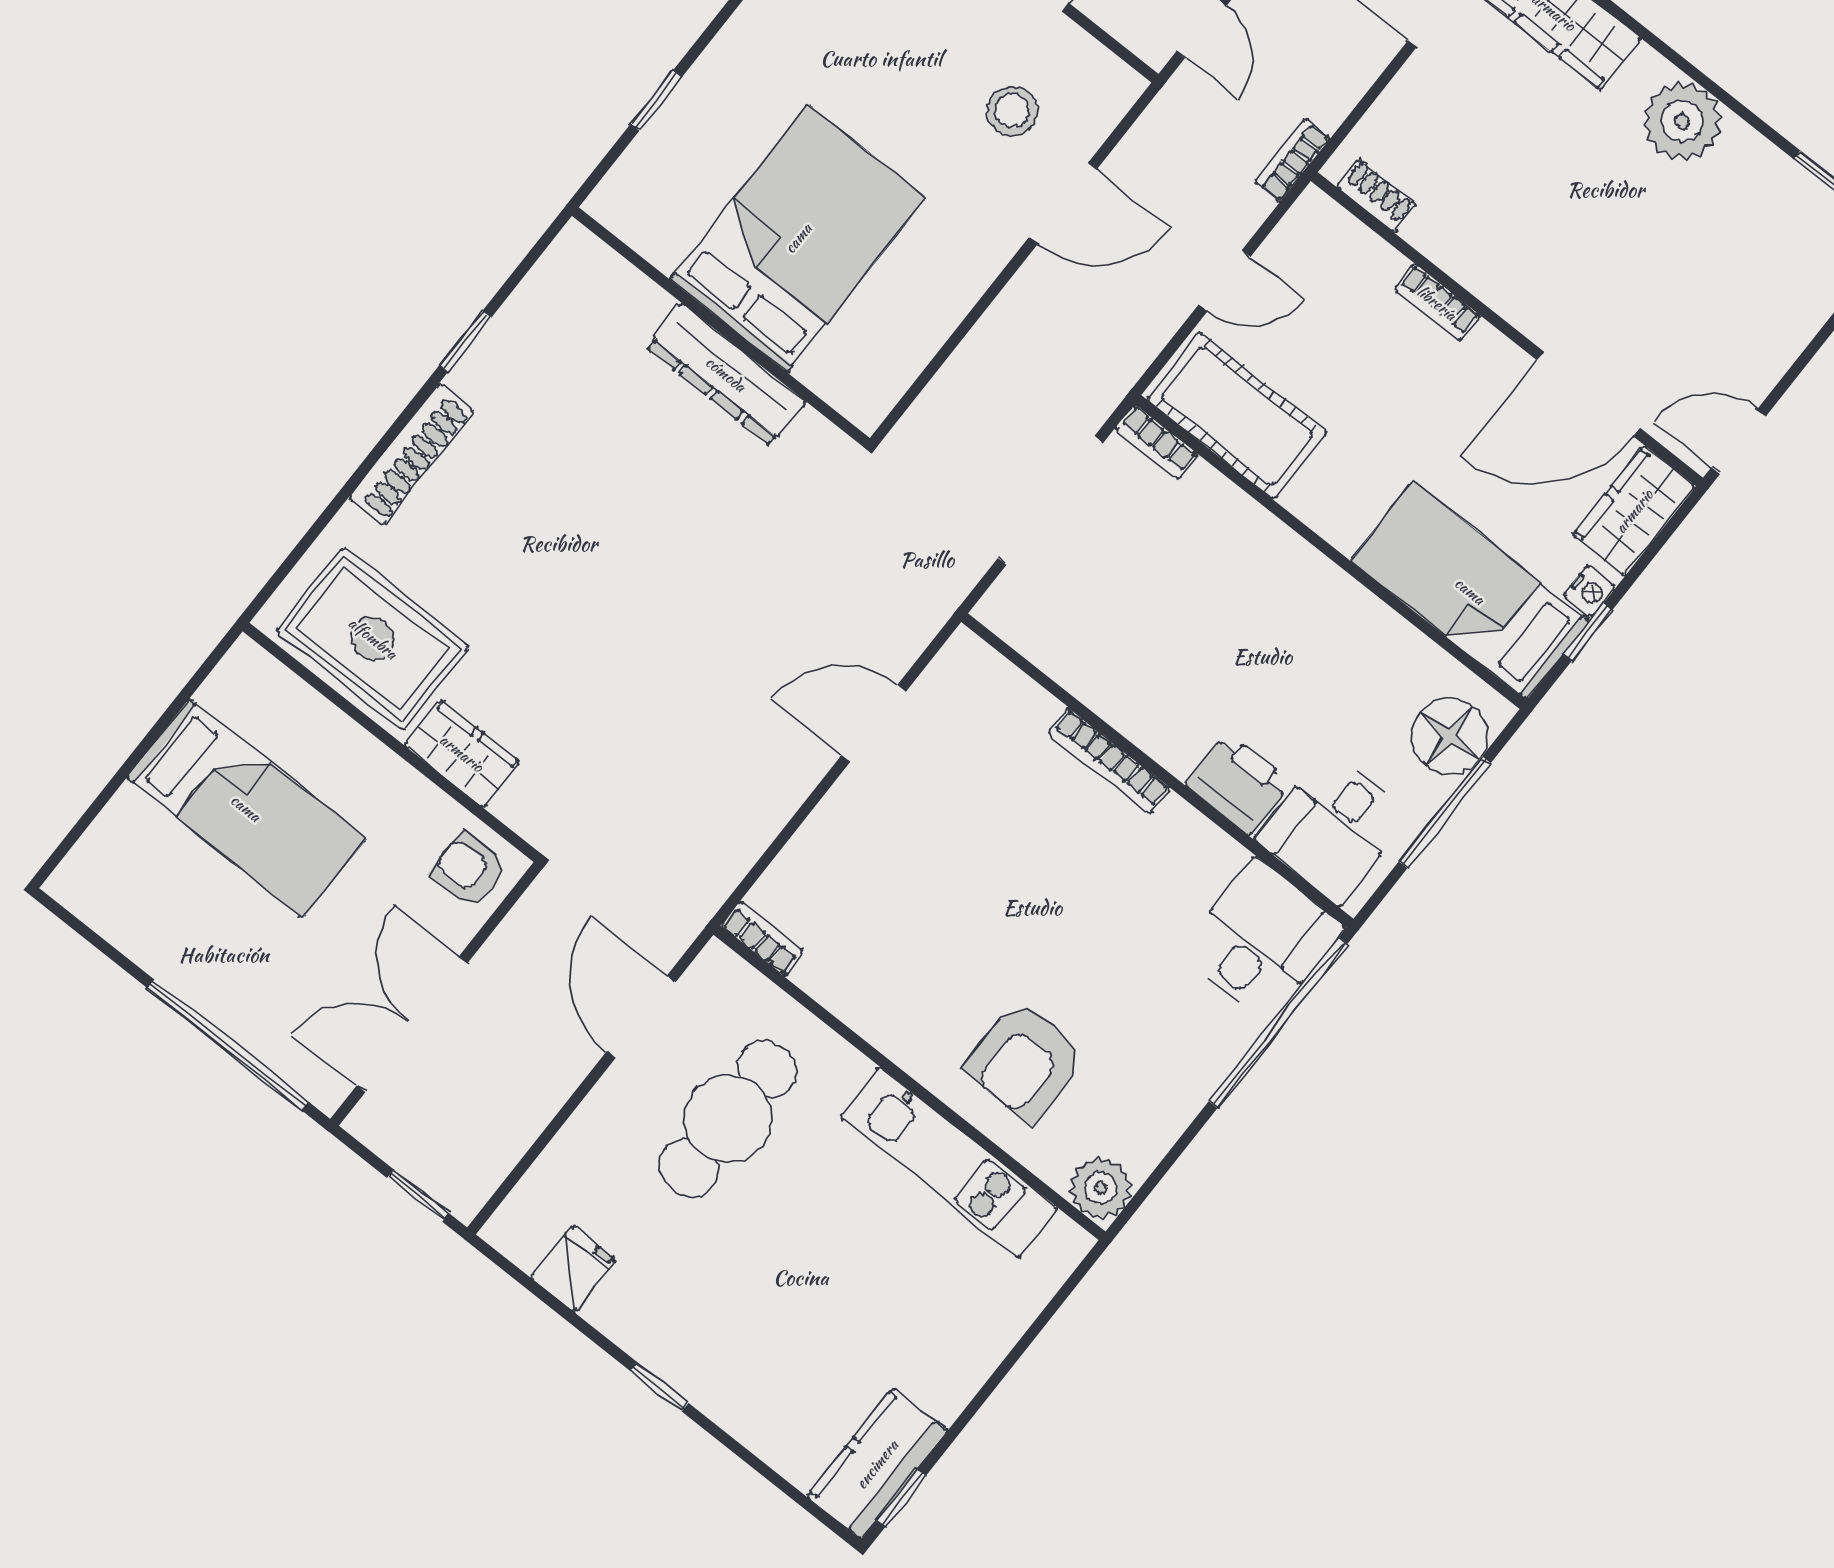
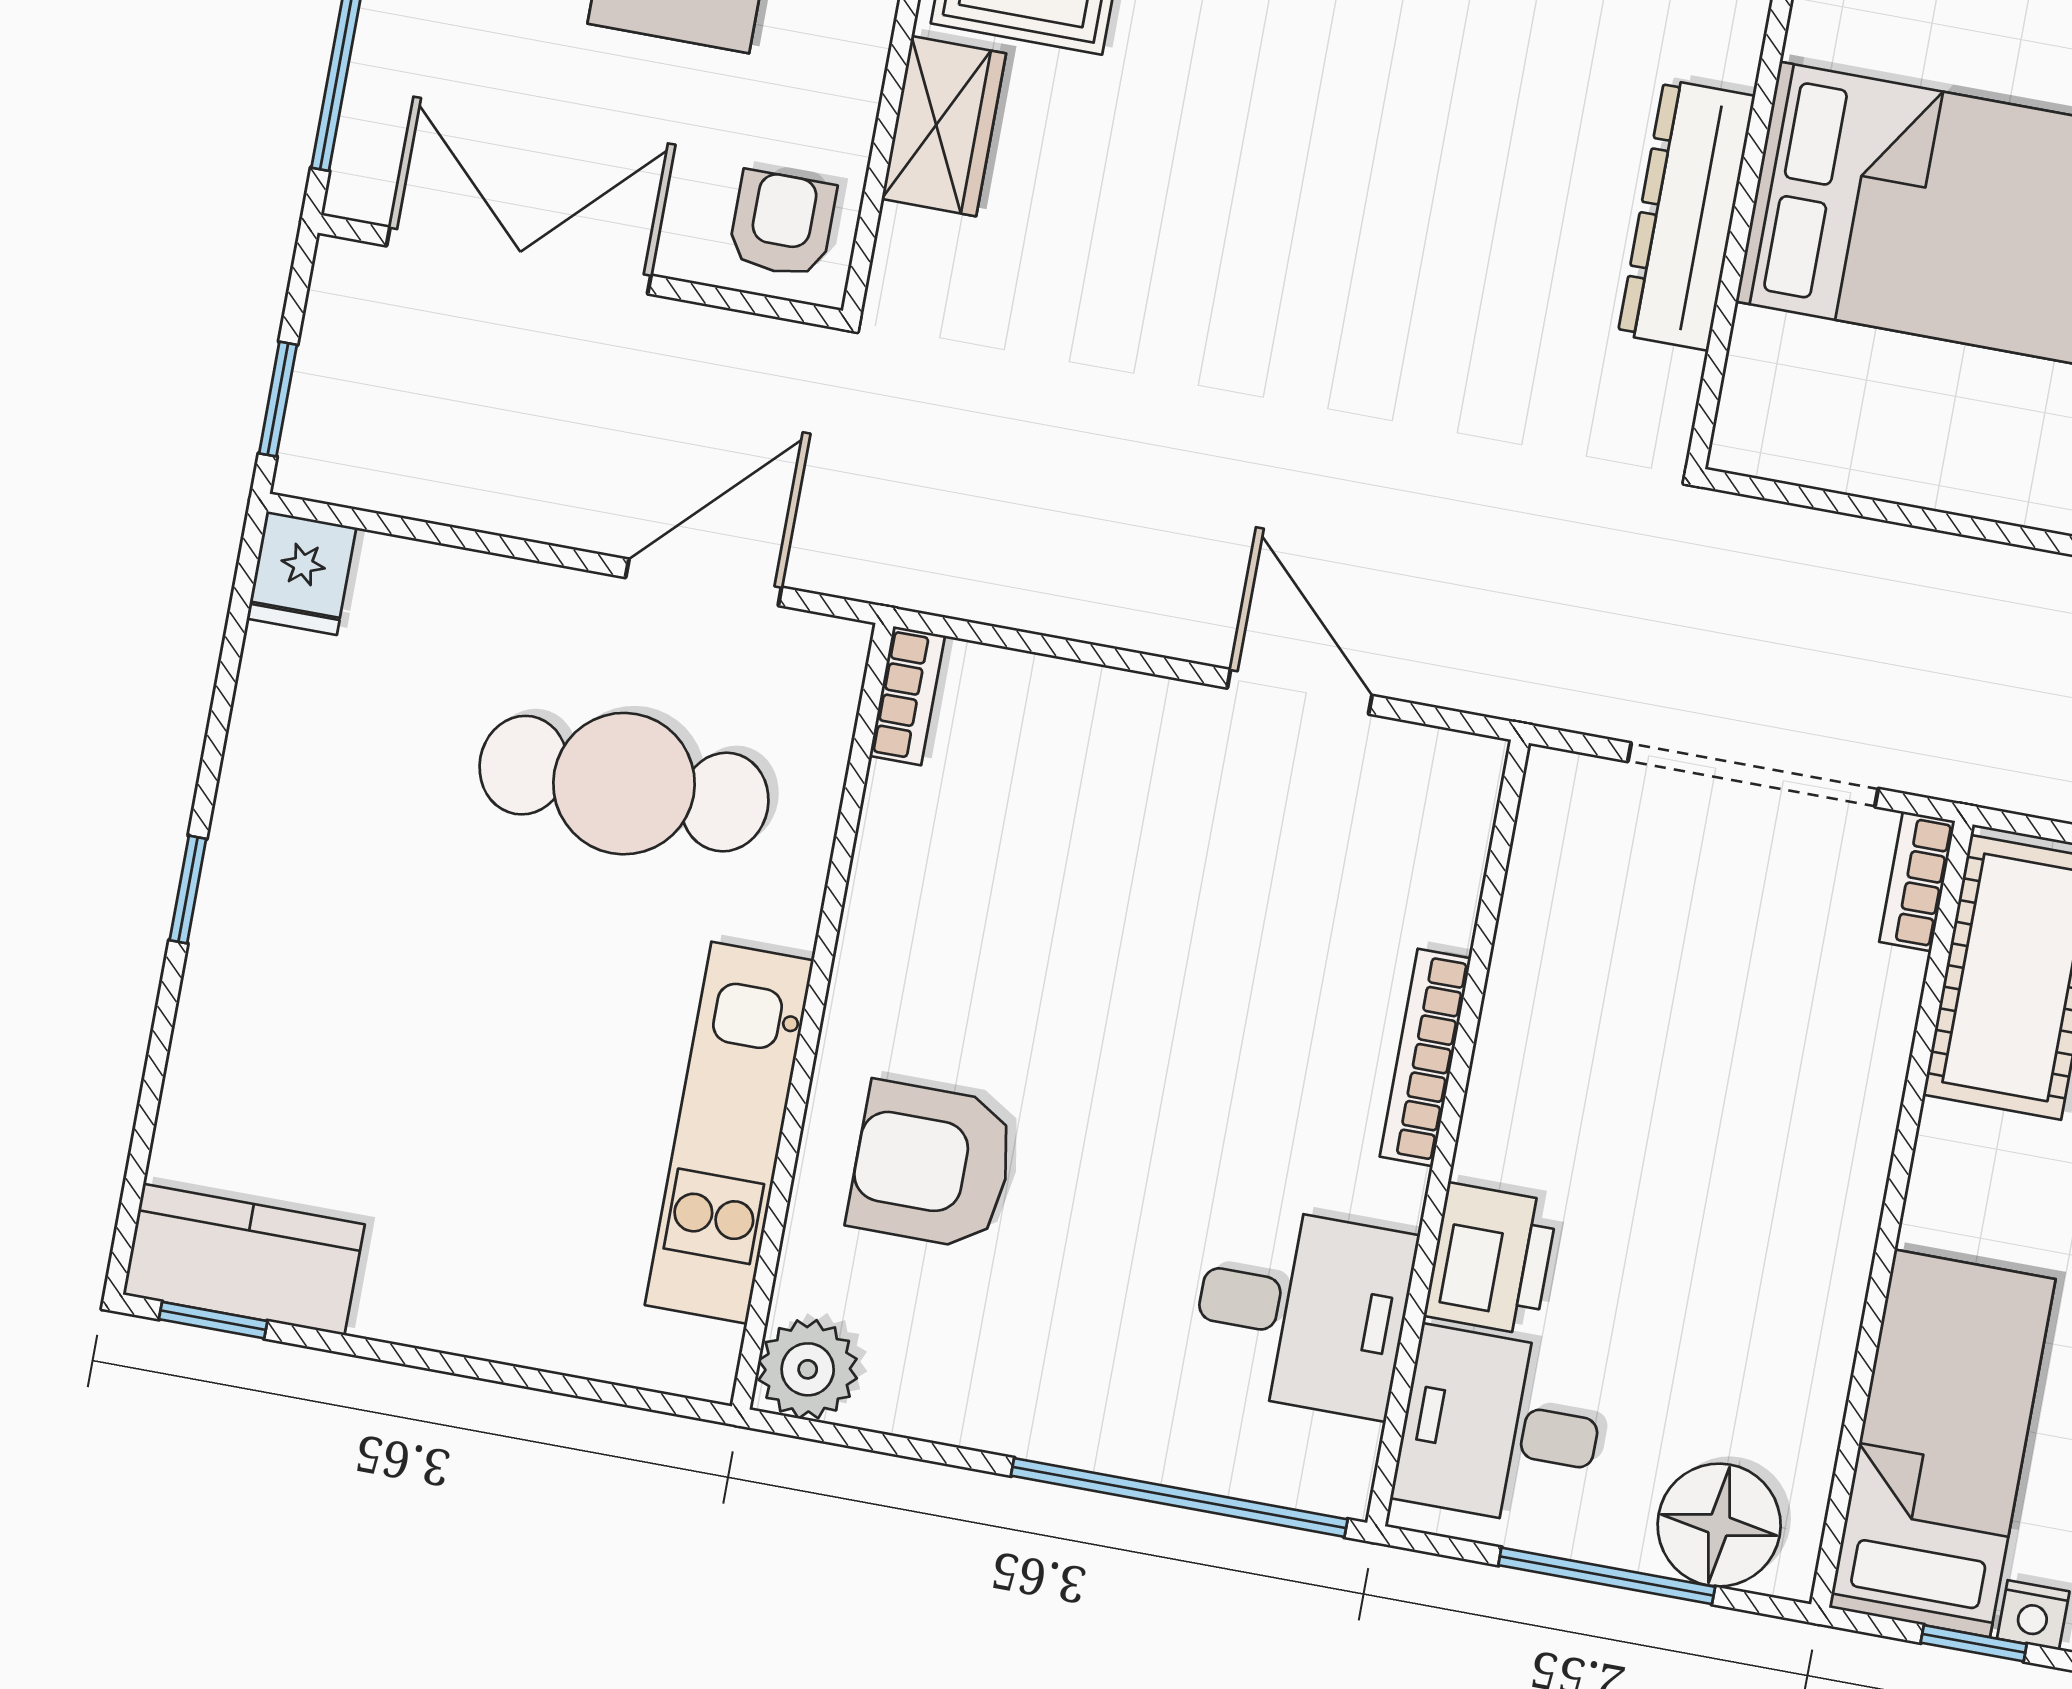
desk: (1261, 941) -> (1302, 1310), moved
fridge: (573, 1269) -> (302, 573), moved, turned 90

